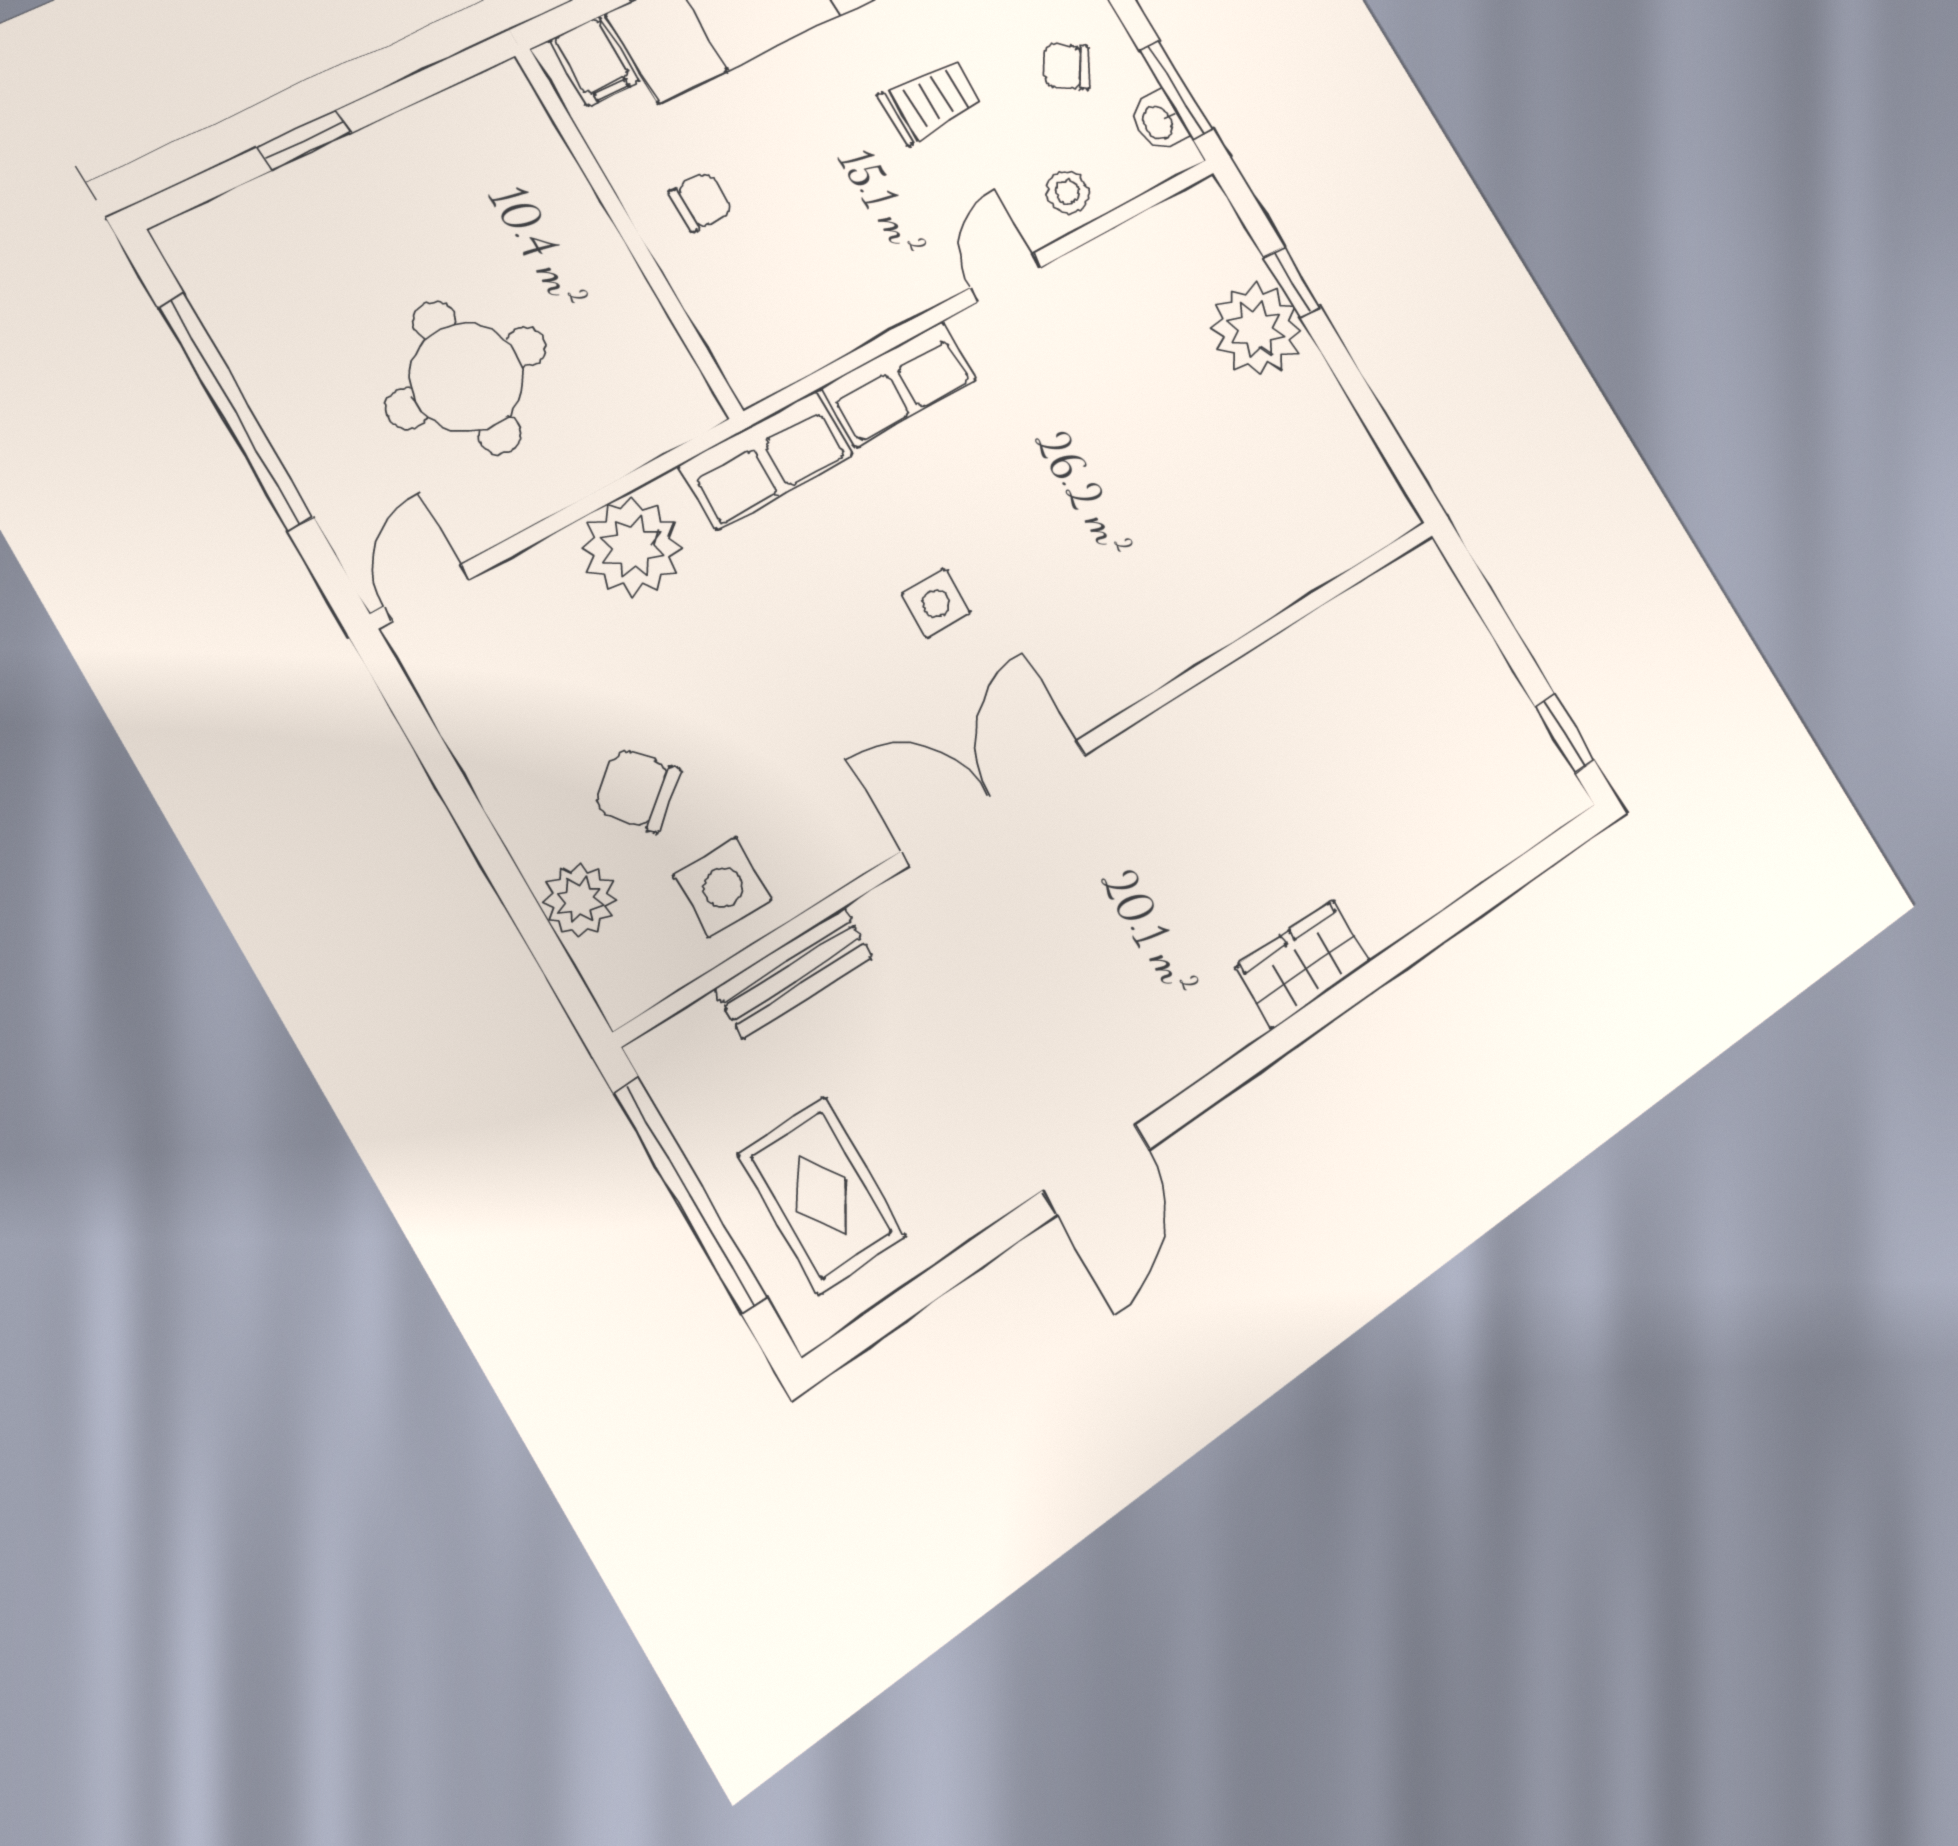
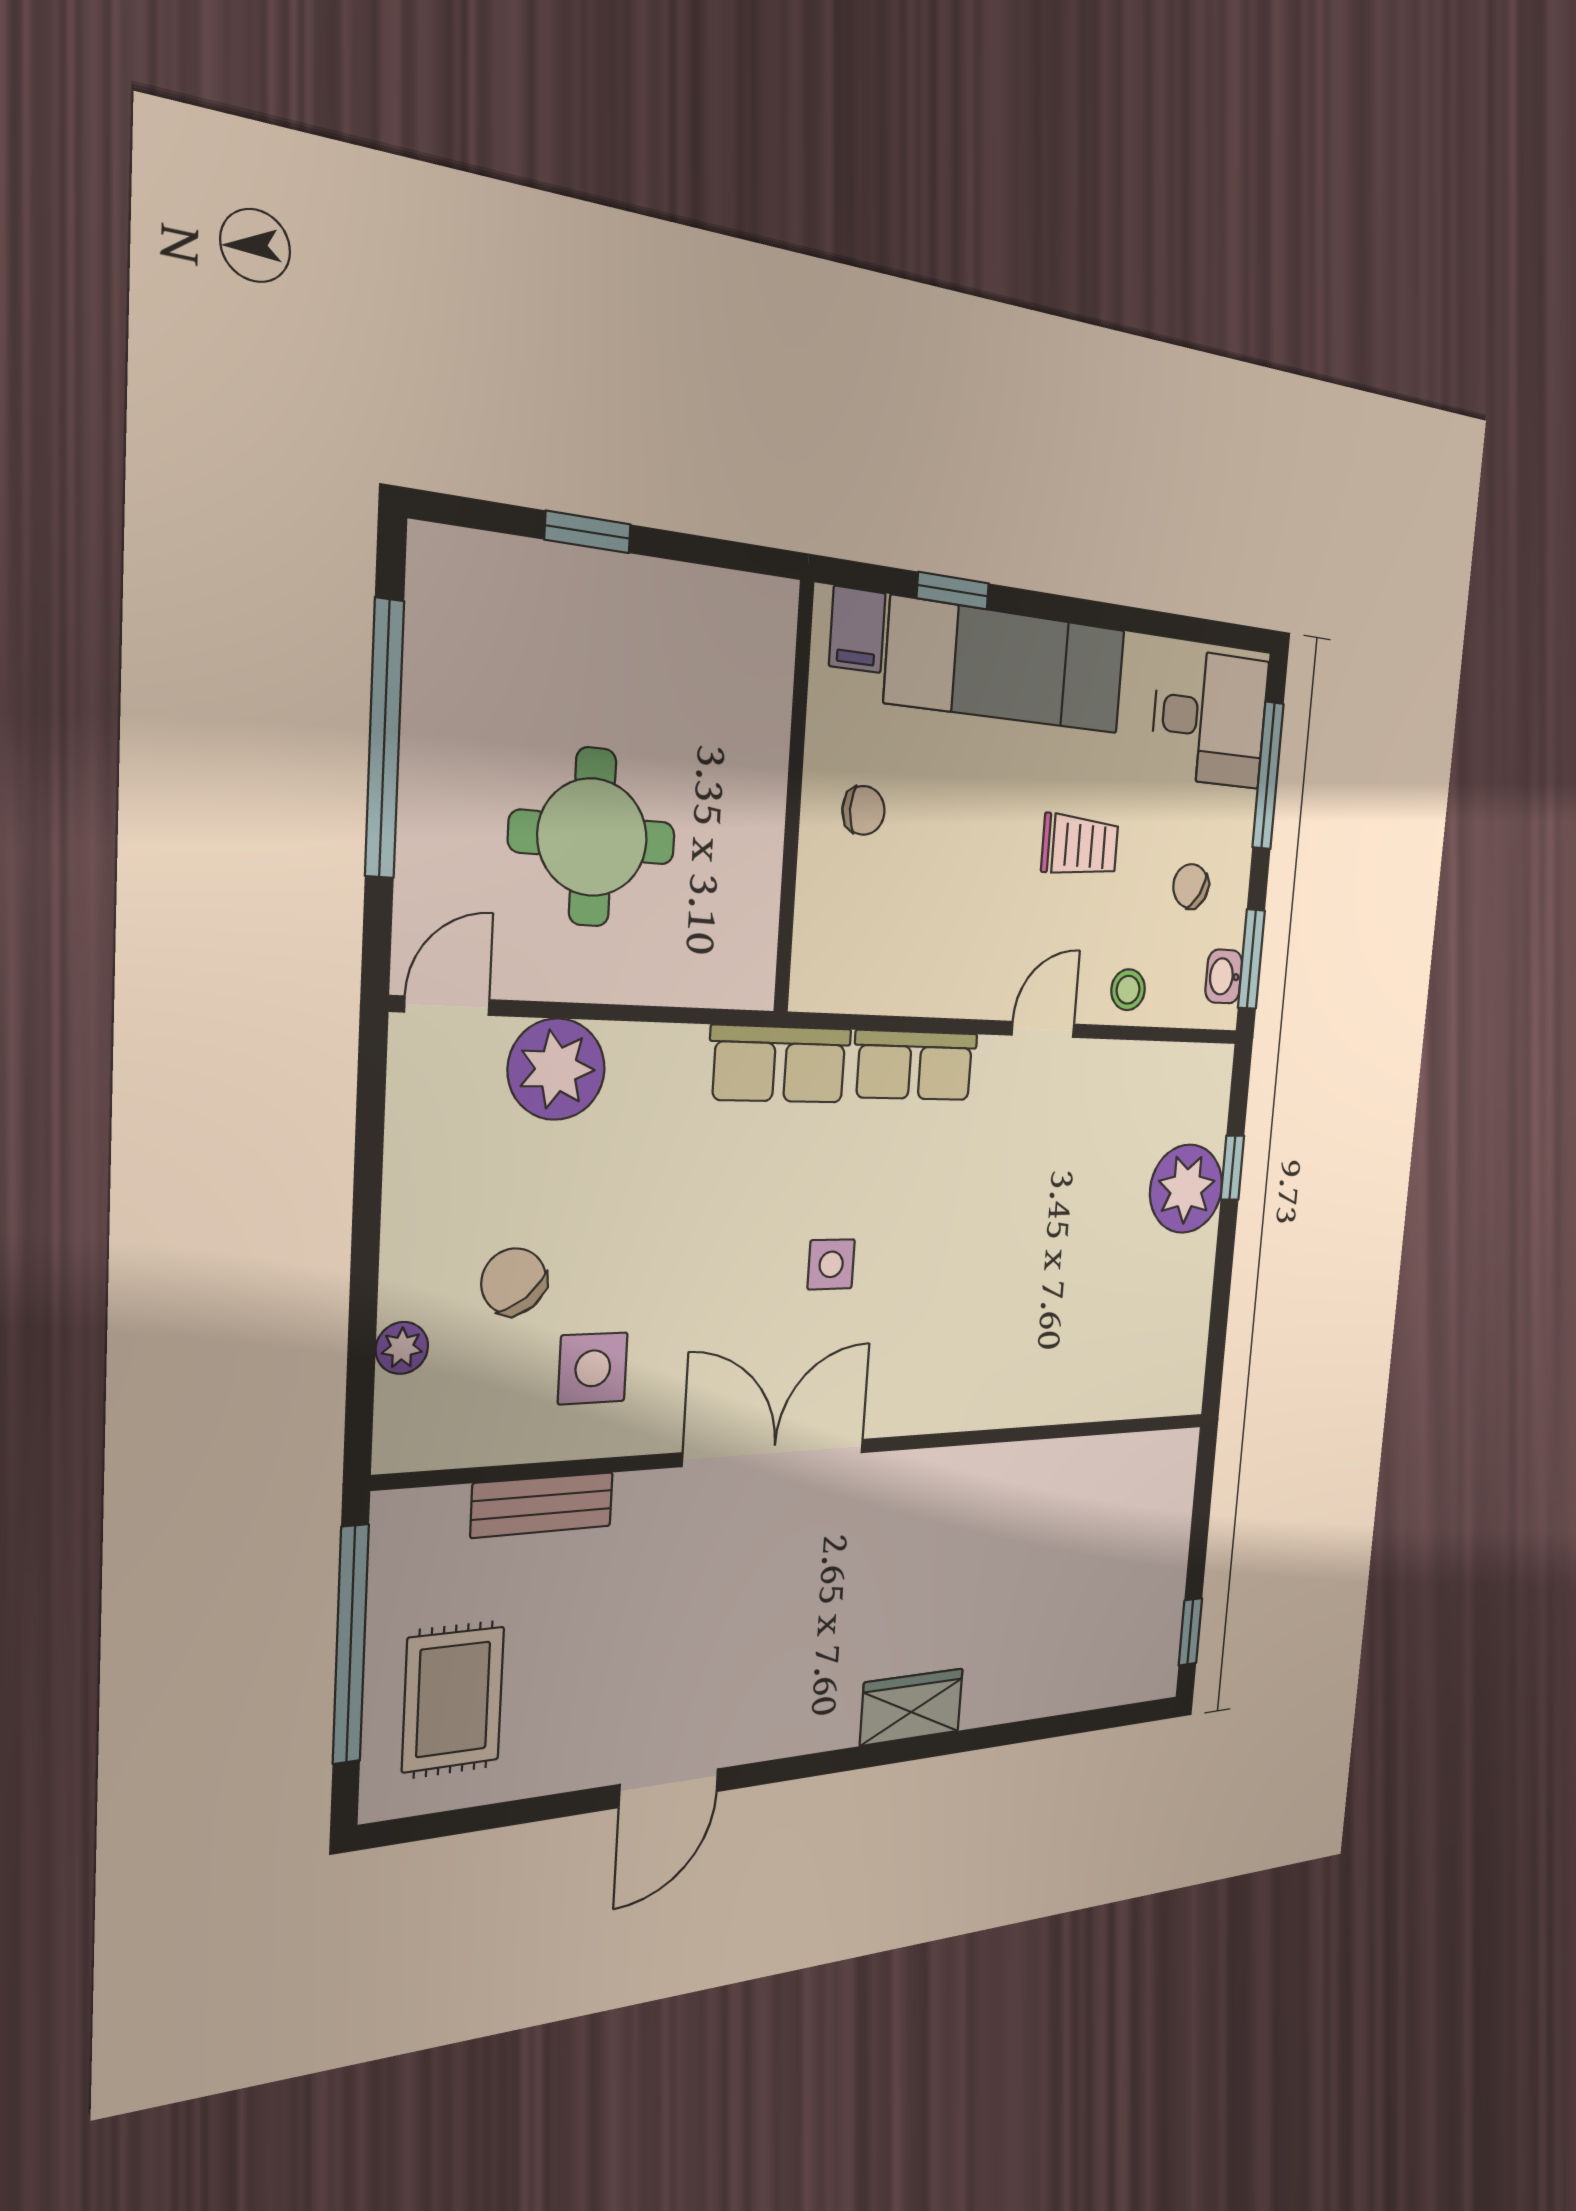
plant: (632, 547) -> (556, 1069), moved
side table: (723, 888) -> (593, 1368), moved
plant: (580, 900) -> (402, 1348), width x0.73, depth x0.73

